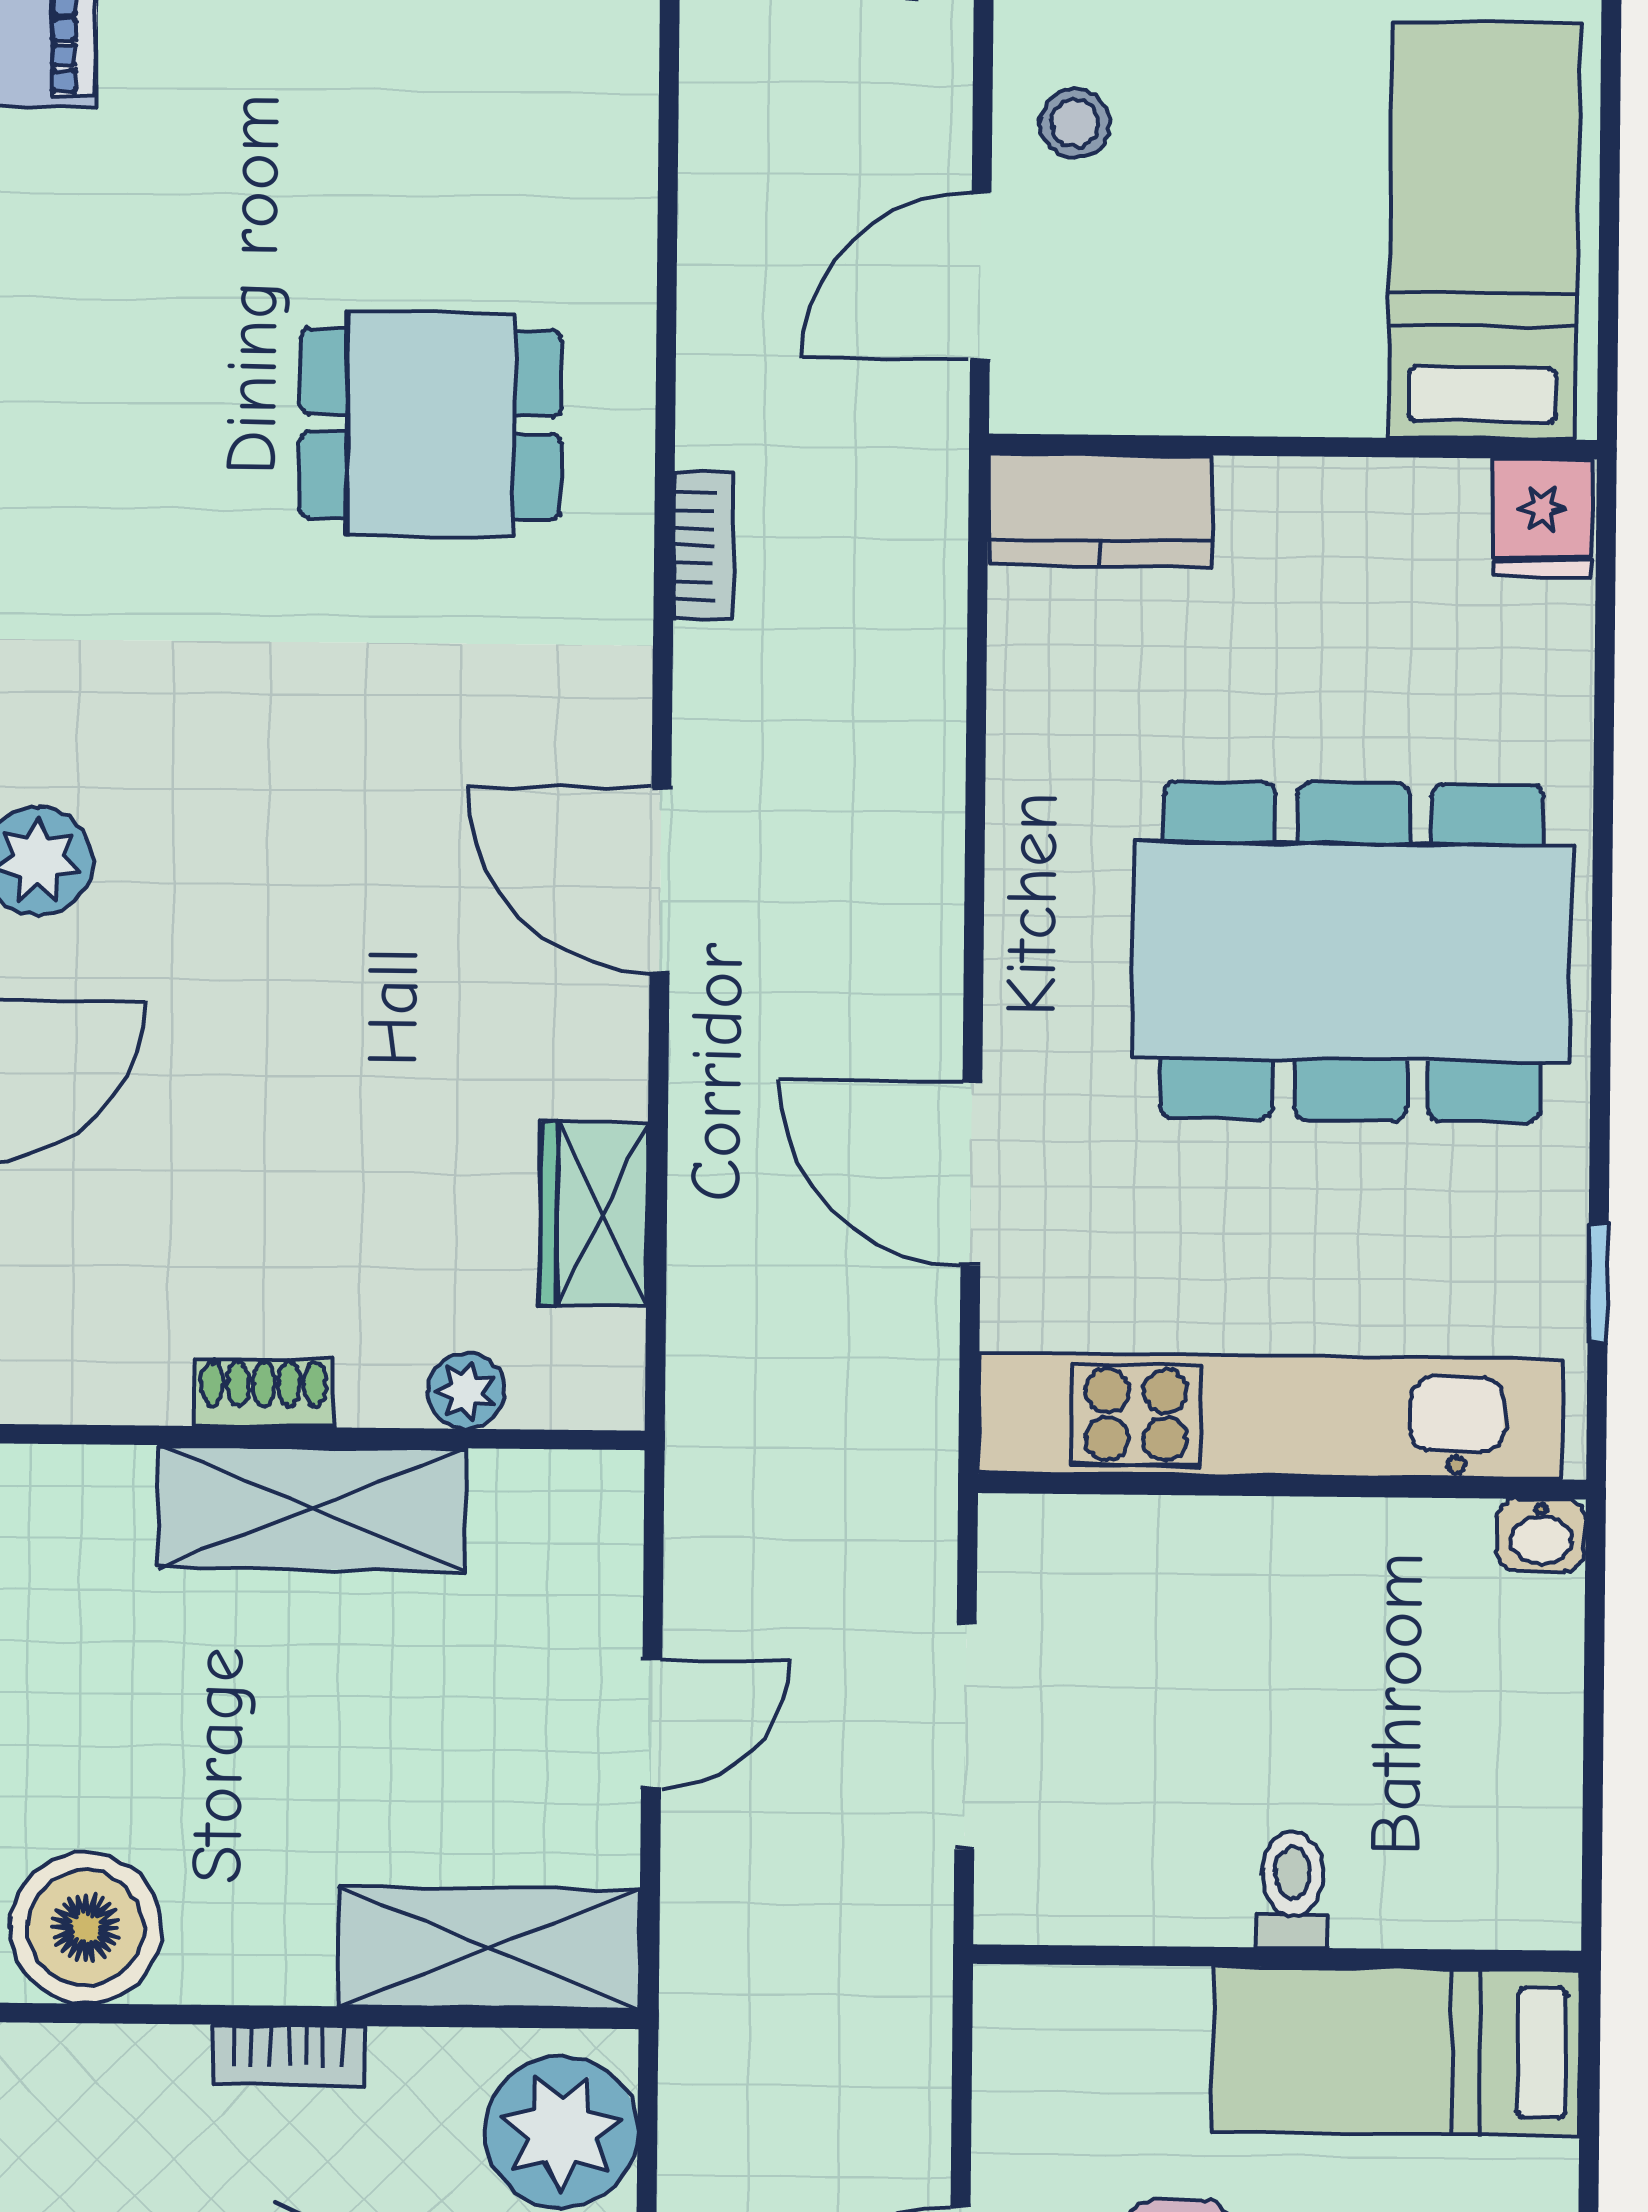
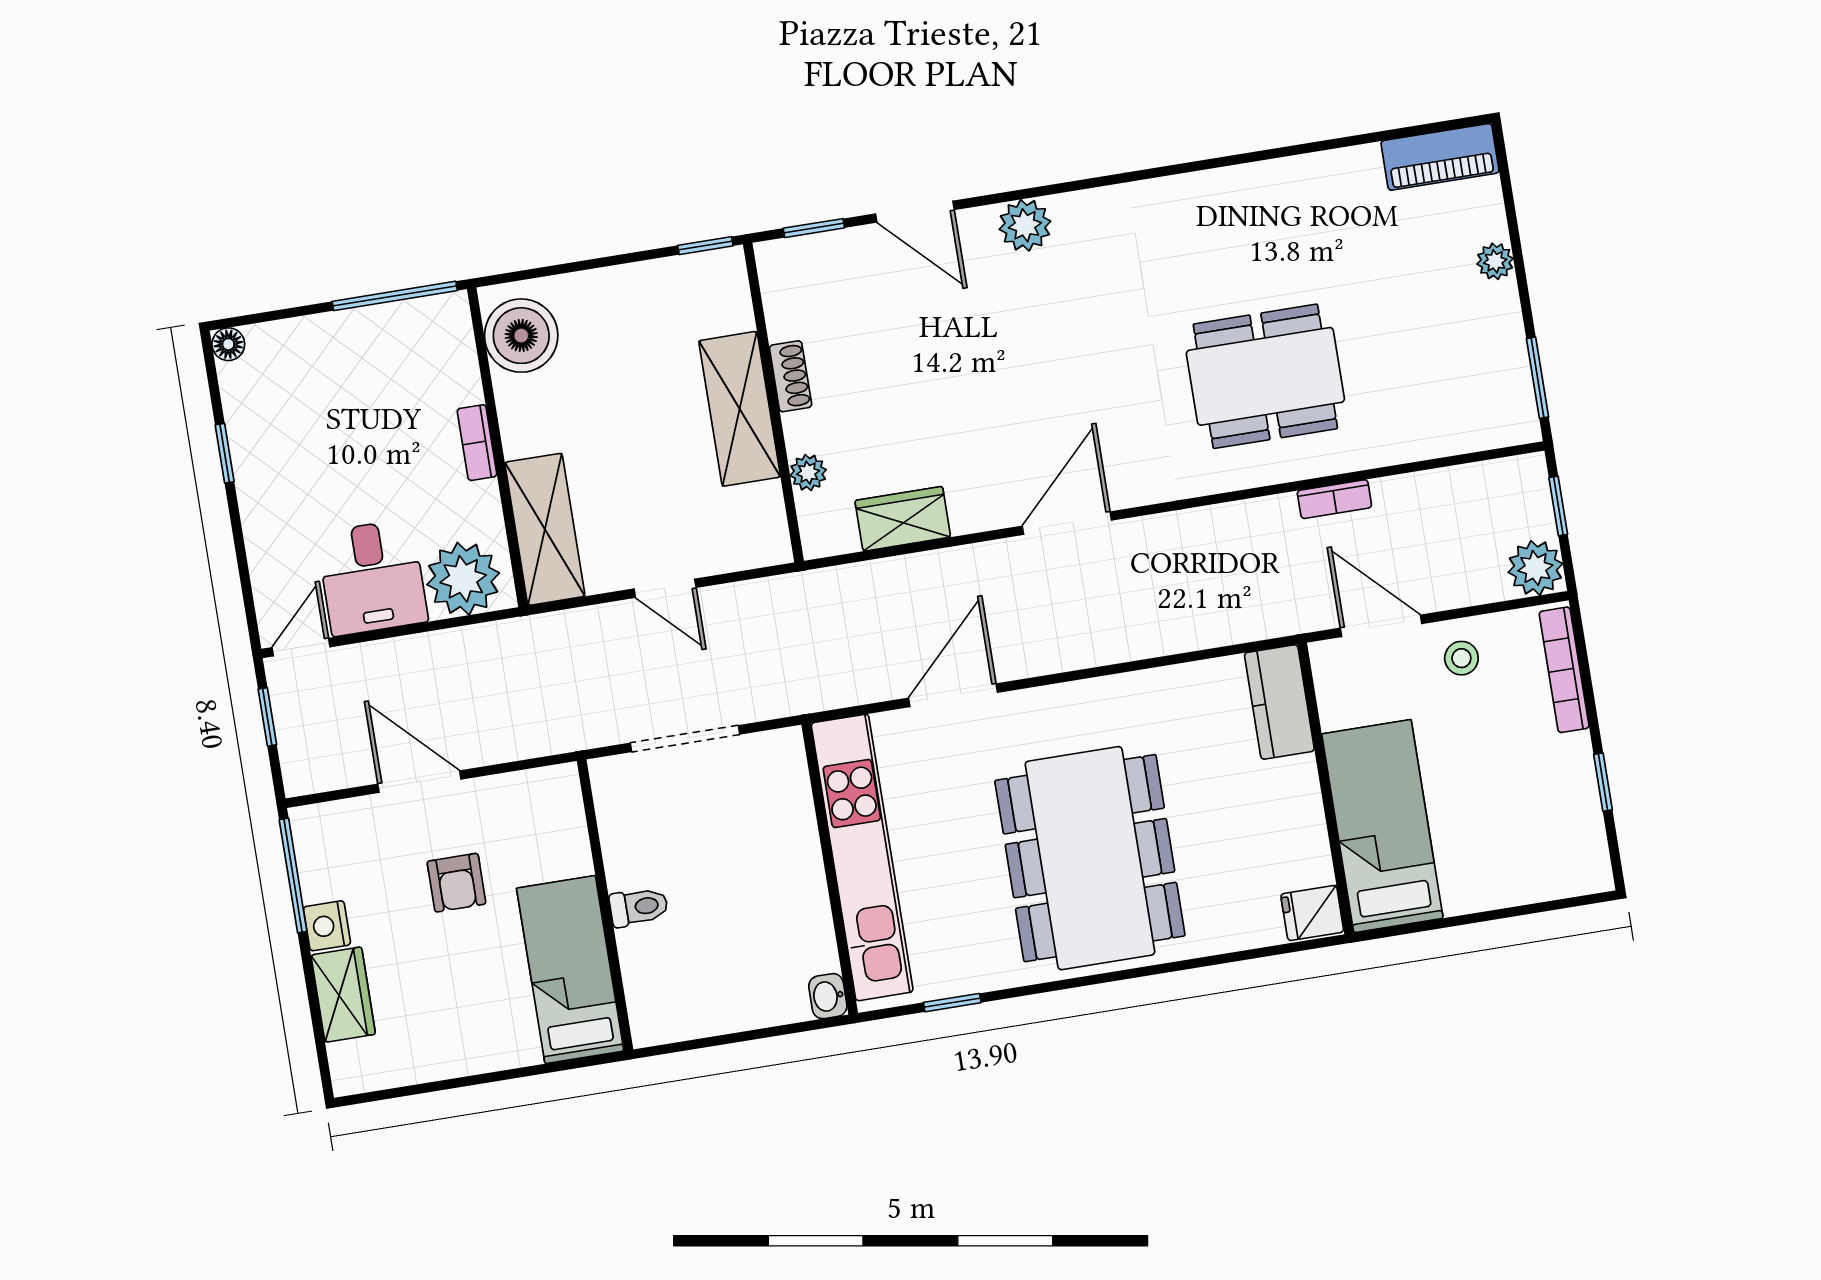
bed: (1484, 230) -> (1382, 826), moved, turned -90
dining table: (431, 424) -> (1265, 376), width x1.38
bookcase: (703, 545) -> (1334, 499), moved

